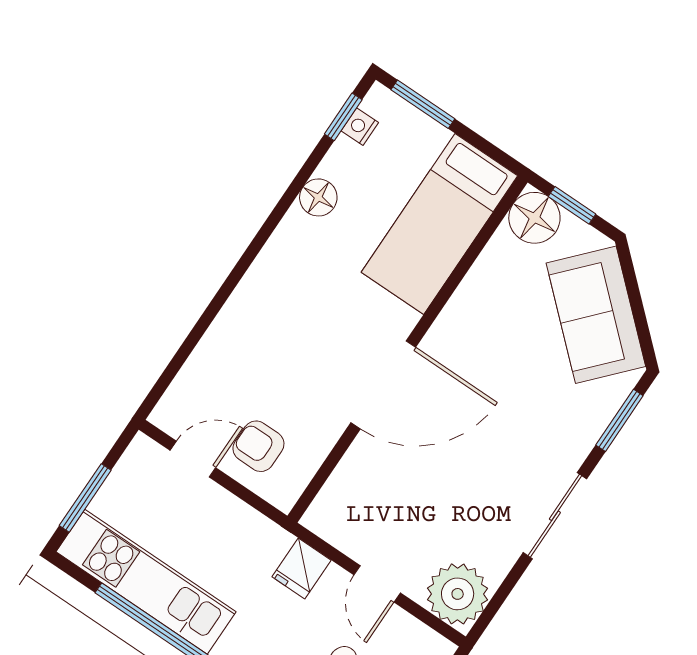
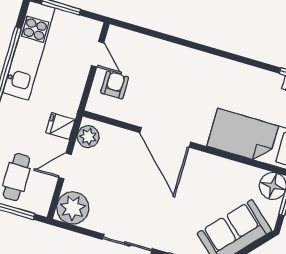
floor lamp: (318, 197) -> (248, 75), removed
plant: (337, 524) -> (88, 137), added

